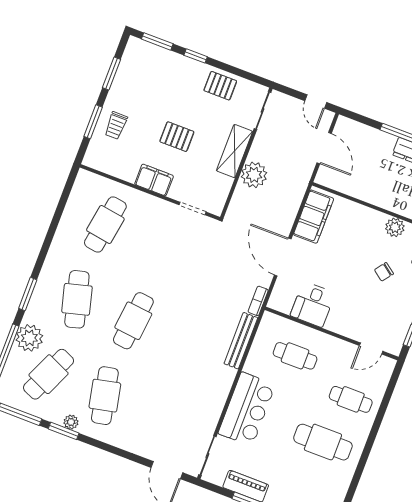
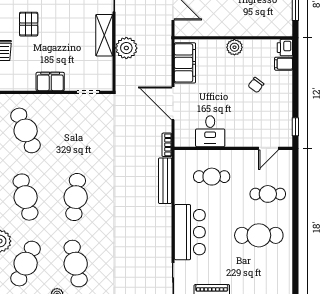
pallet: (177, 137) -> (29, 24), moved, turned 90
cafe table: (105, 224) -> (26, 130), turned -33
plant: (395, 227) -> (234, 47), moved

